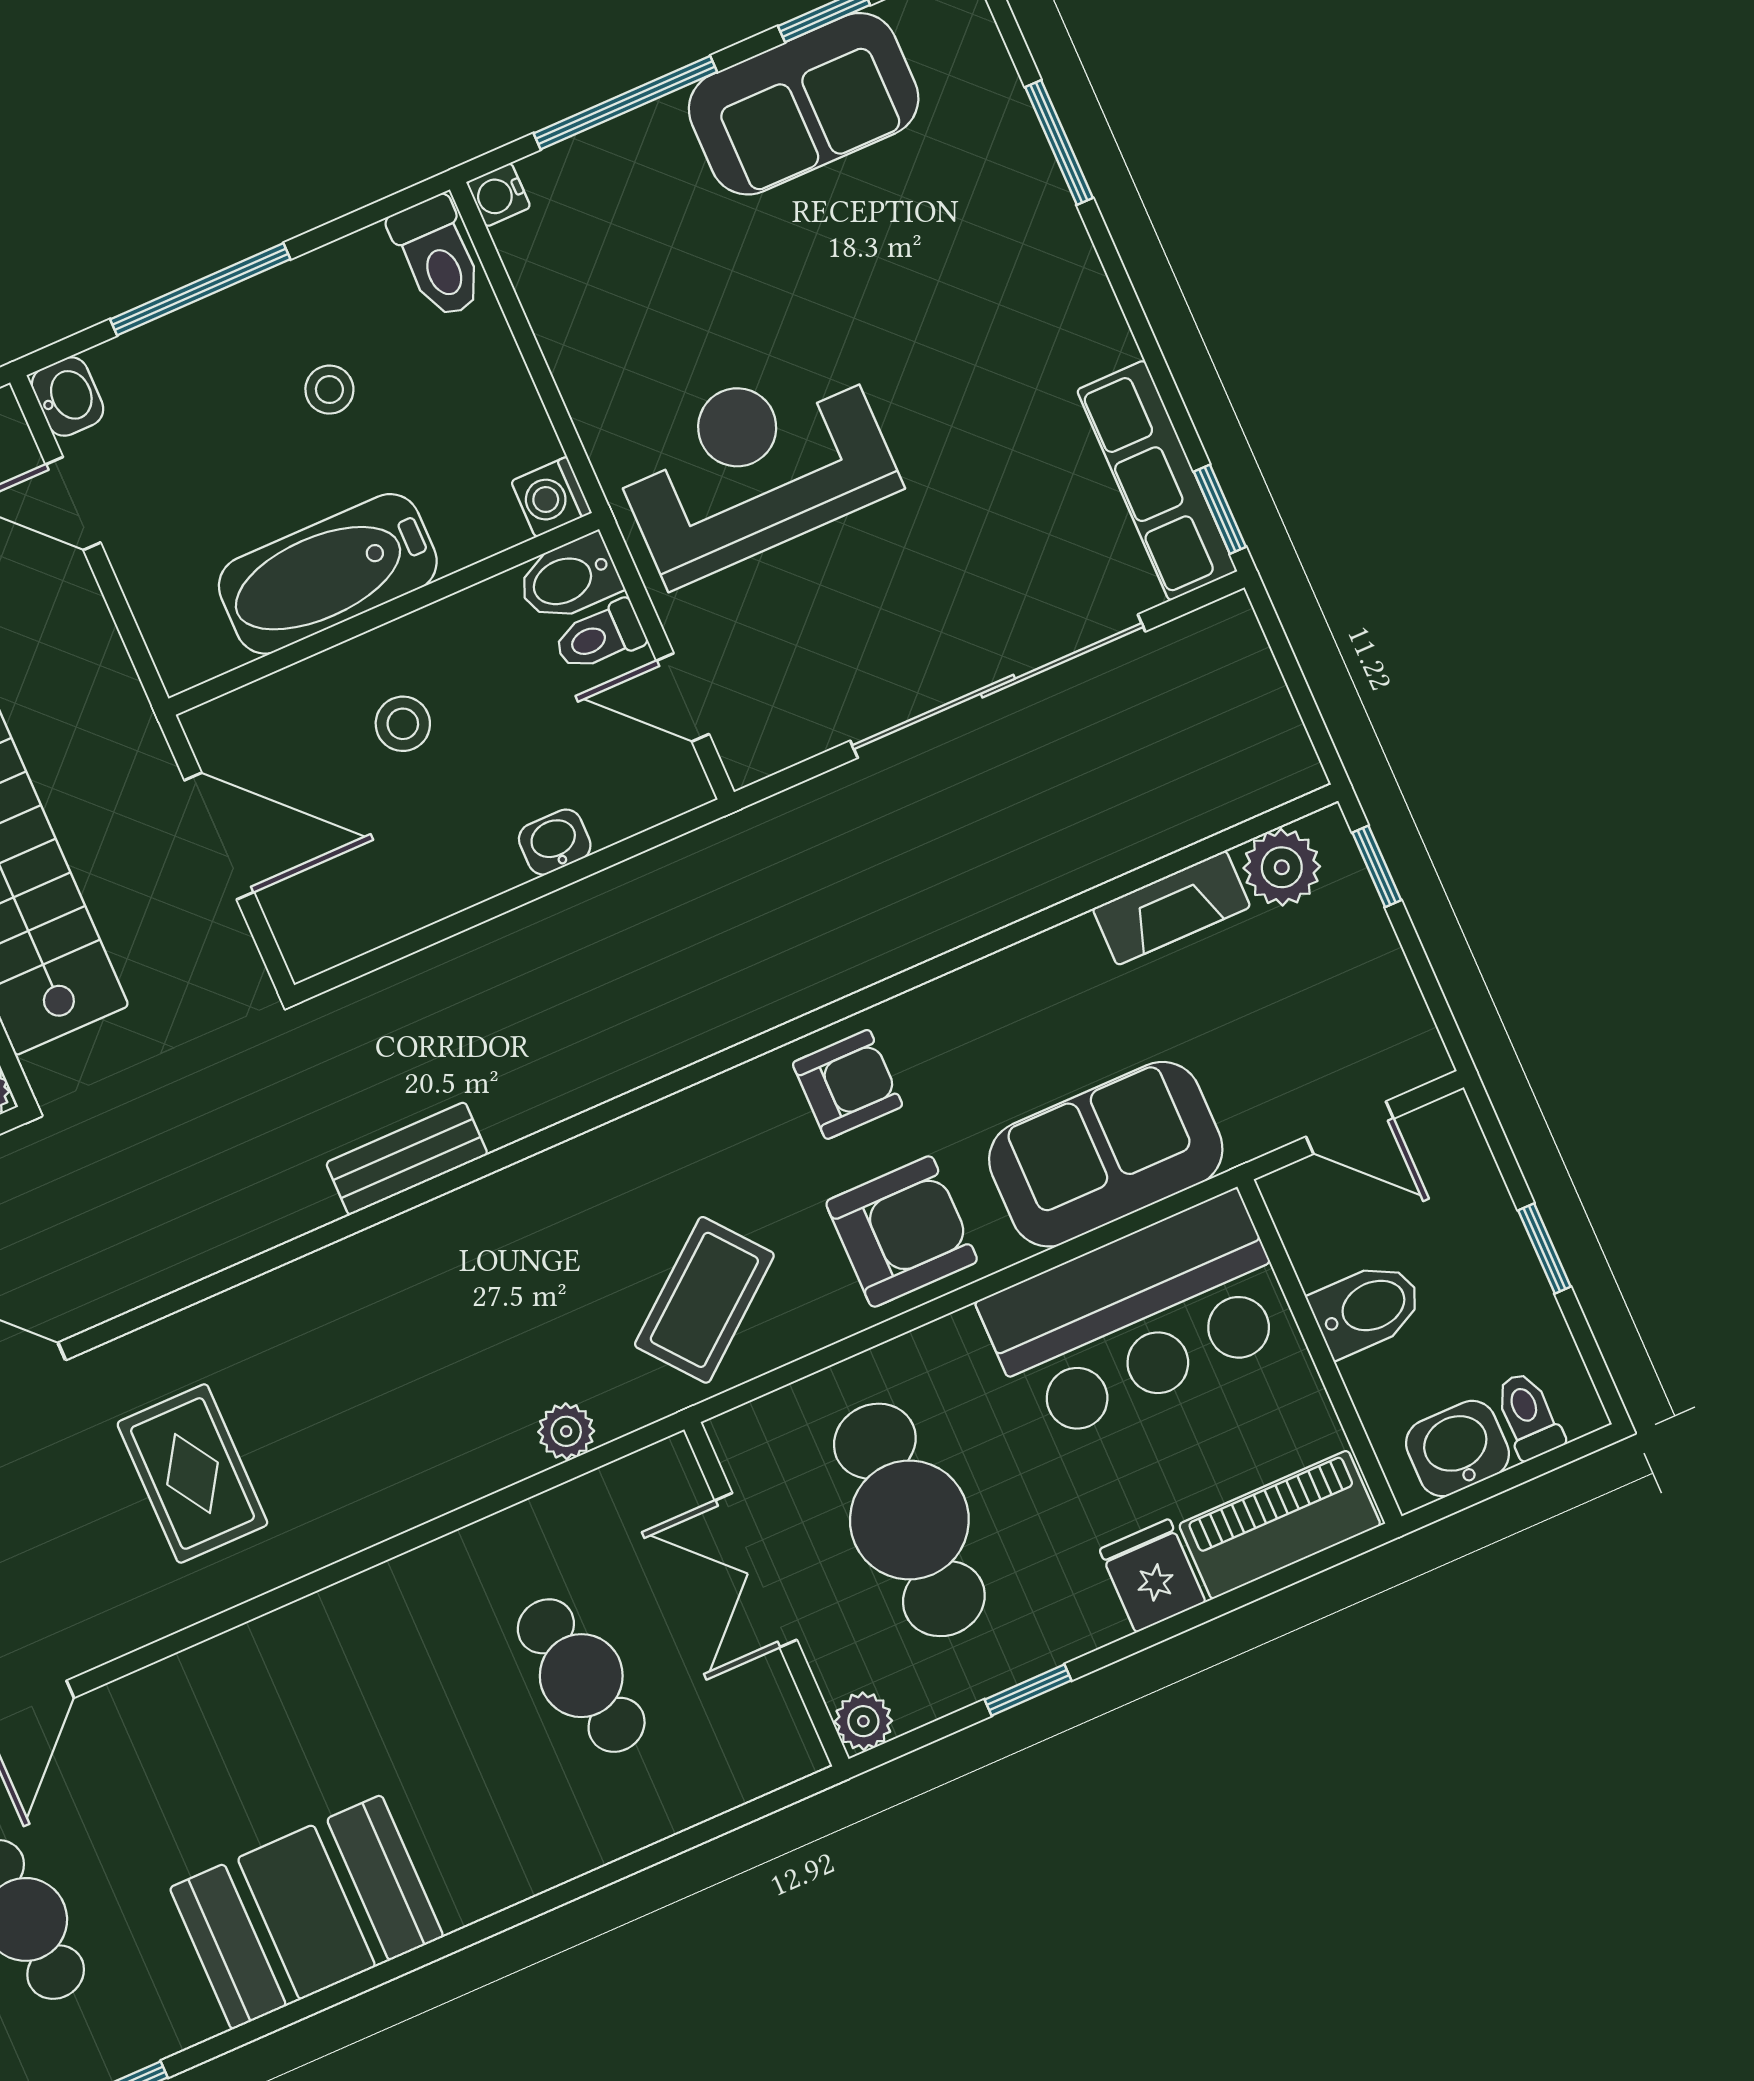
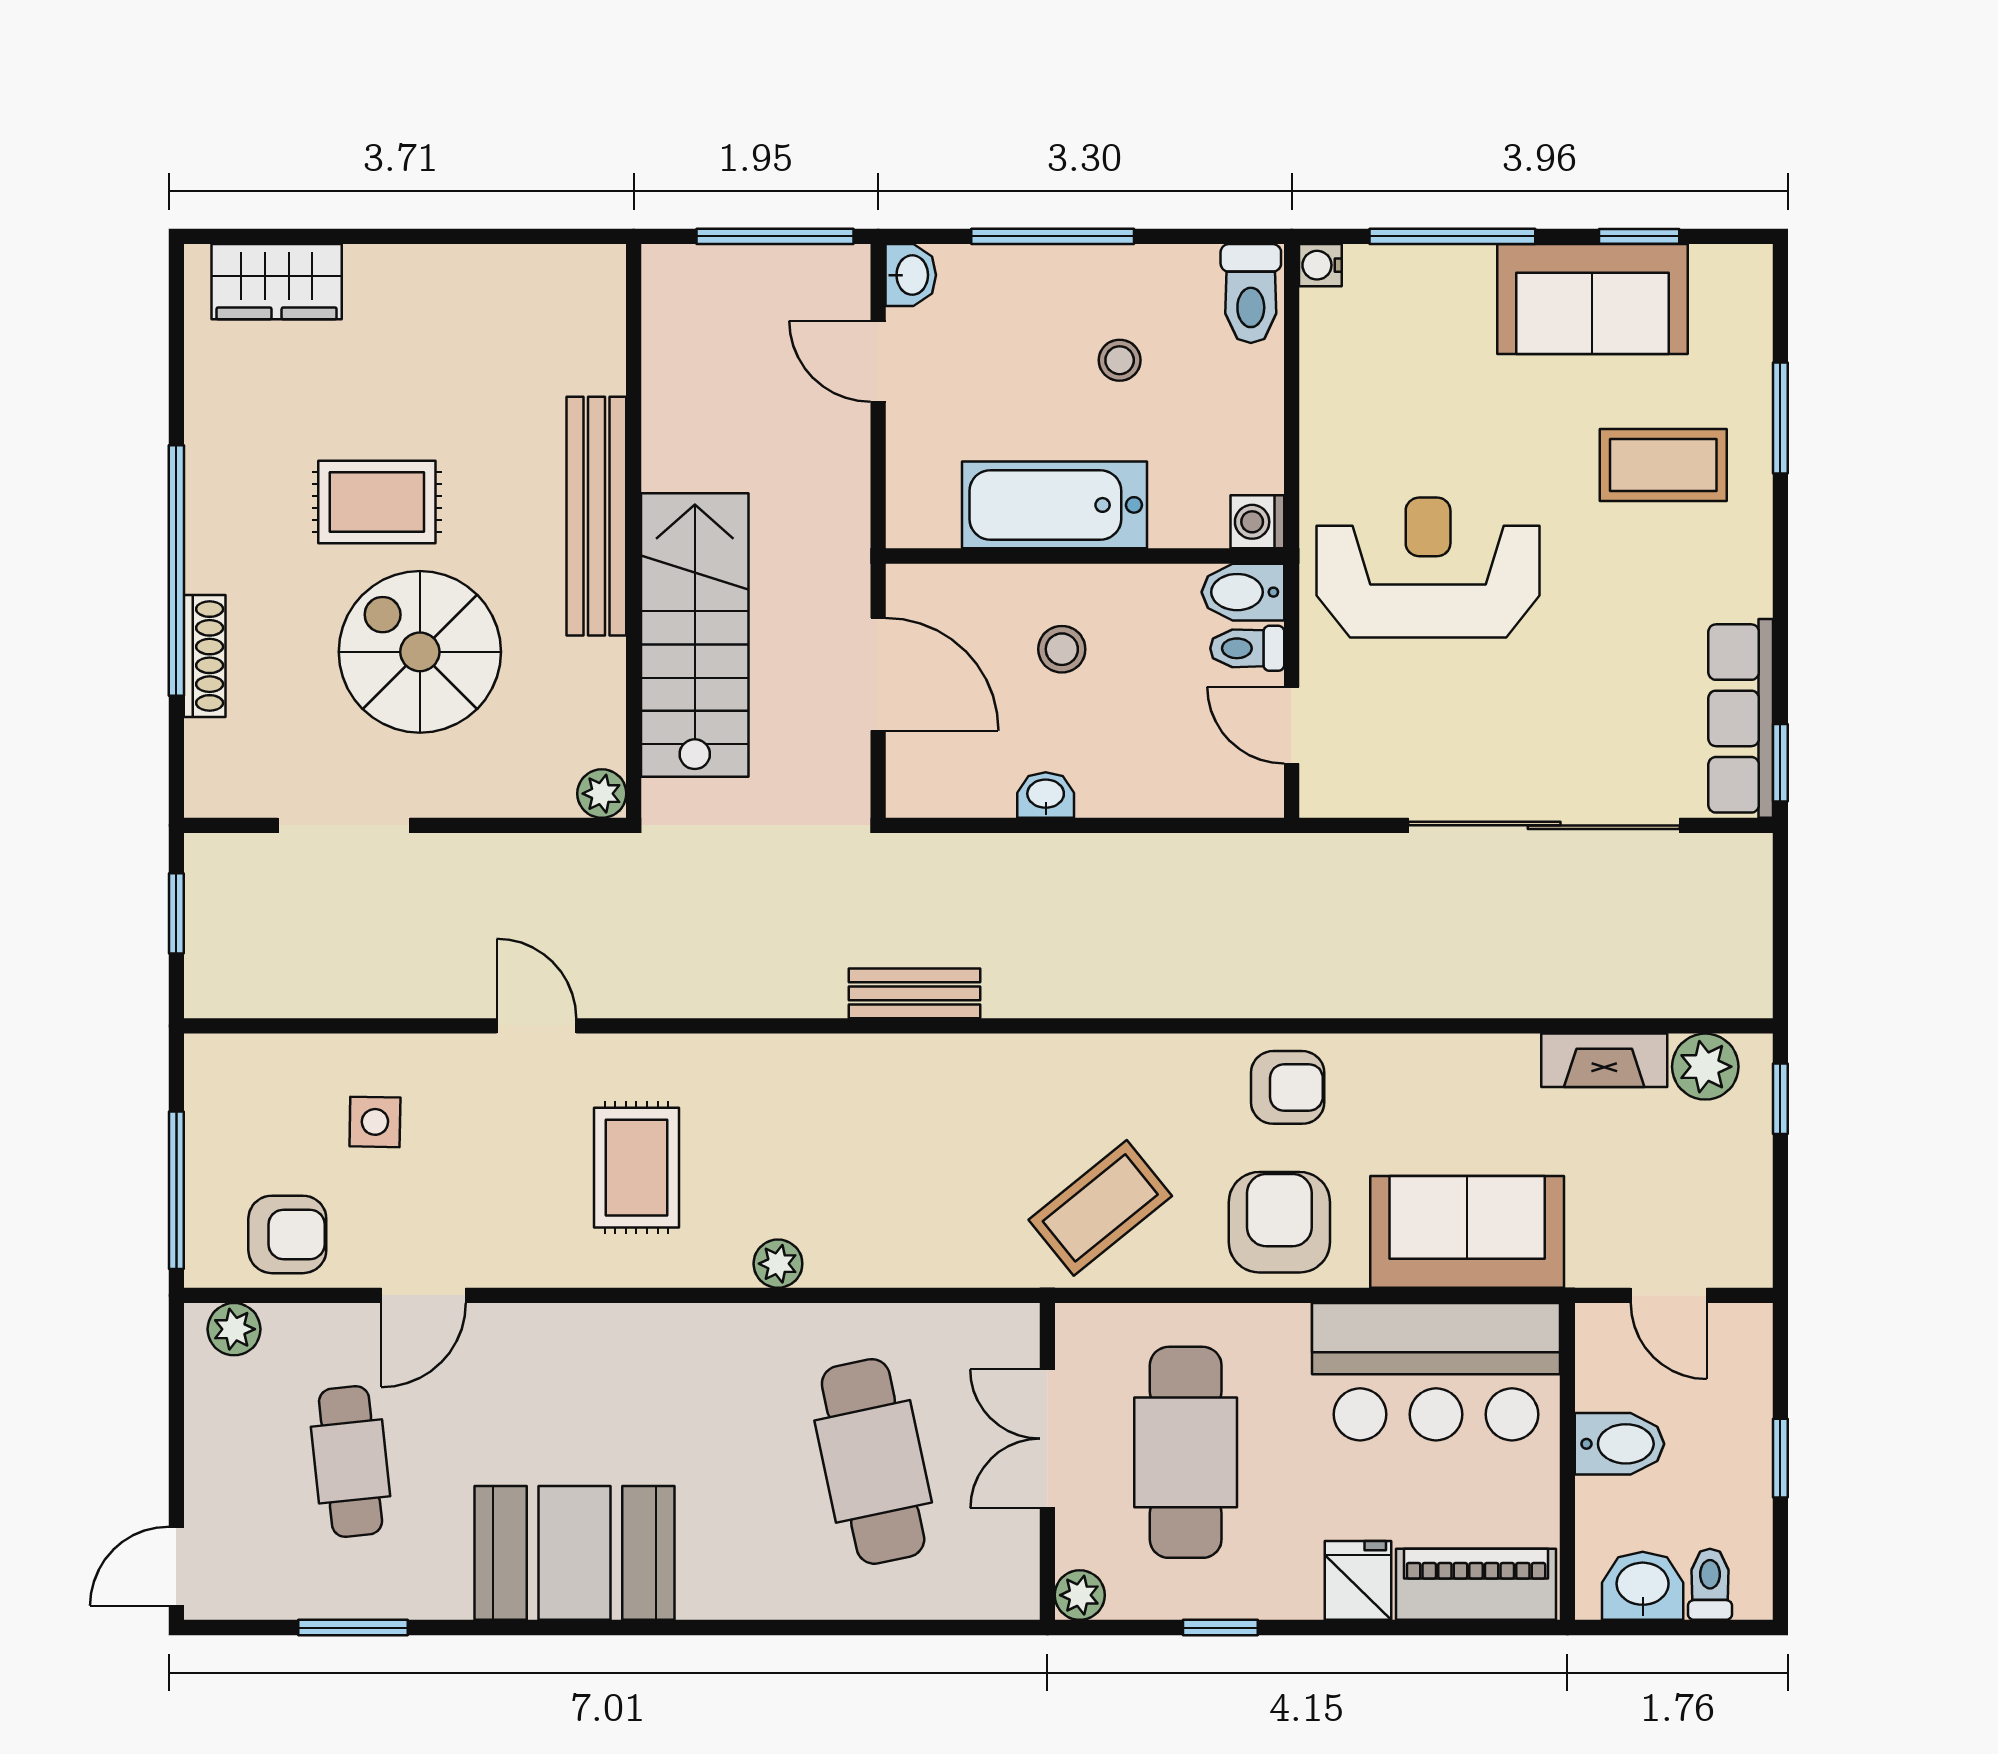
coffee table: (956, 247) -> (1663, 465), added
washbasin: (555, 842) -> (1046, 795), moved
armchair: (902, 1232) -> (1279, 1222), turned -90
plant: (566, 1431) -> (778, 1264), moved
cafe table: (581, 1676) -> (873, 1461), width x1.37, depth x1.35

